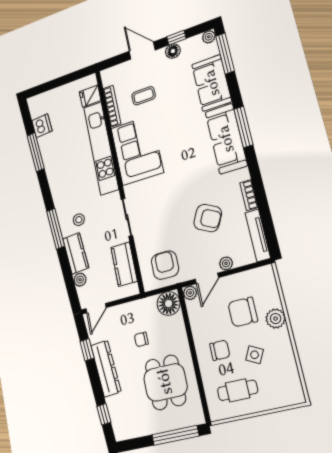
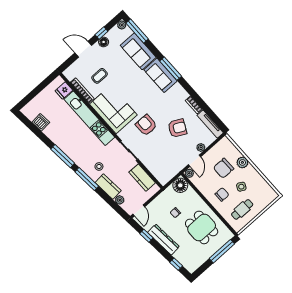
sofa: (226, 139) -> (160, 75), width x0.73
window: (36, 152) -> (63, 156), moved
armchair: (165, 265) -> (146, 125), moved

